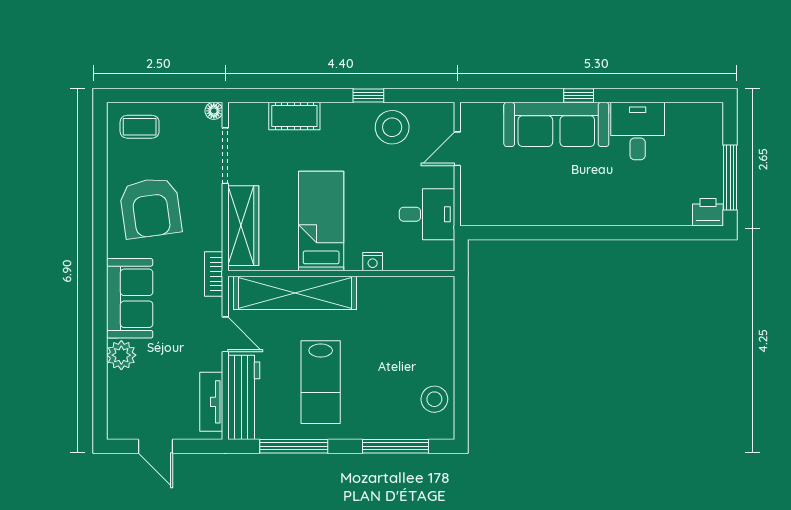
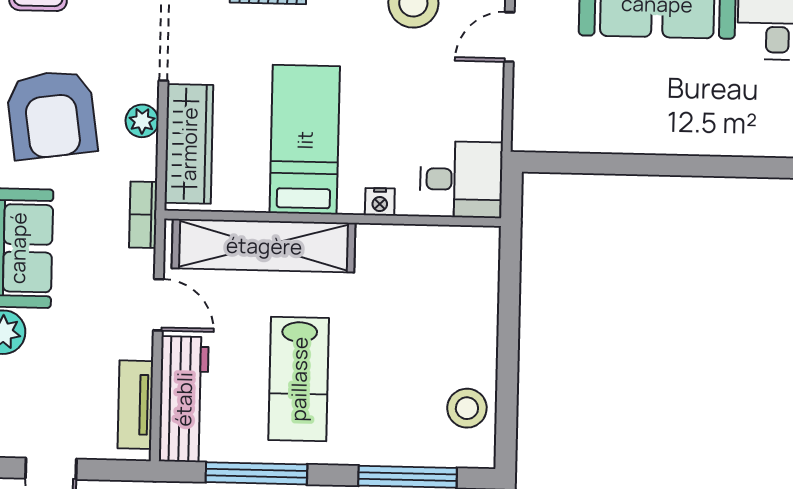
plant: (211, 211) -> (142, 121), added
desk: (427, 214) -> (461, 179), moved

